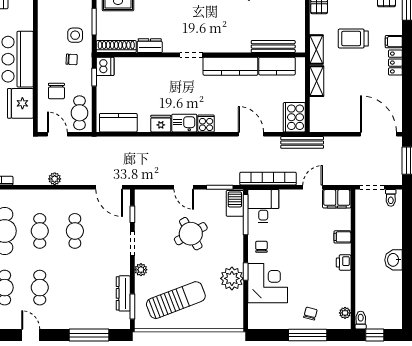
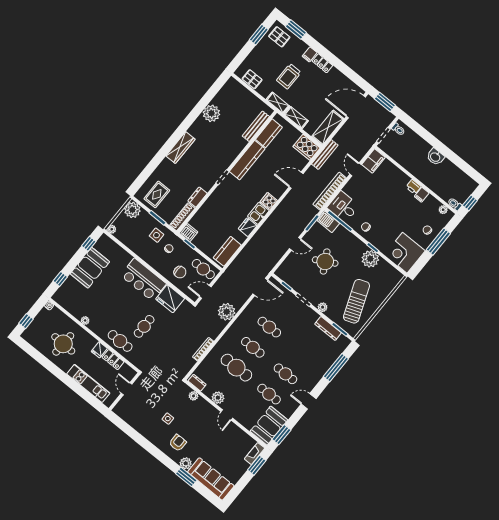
shelving: (333, 123) -> (328, 128), added
plant: (55, 179) -> (227, 312), width x1.87, depth x1.87
filing cabinet: (342, 237) -> (422, 195), moved
corner desk: (268, 283) -> (405, 253), moved, turned -90

